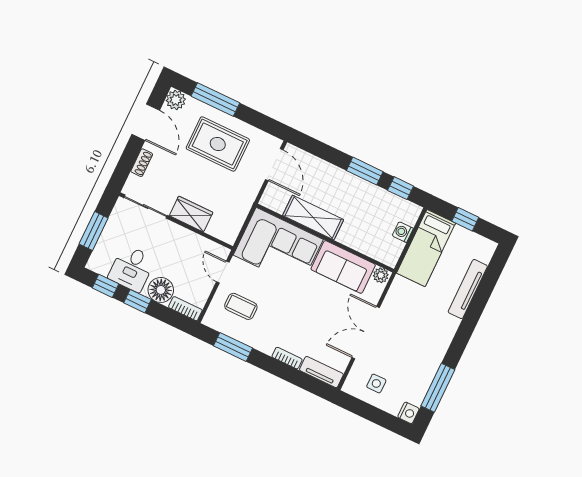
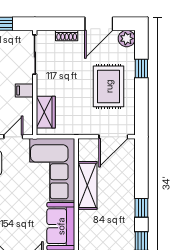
window: (215, 99) -> (141, 68), width x0.46
window: (365, 171) -> (141, 208), width x0.67
wardrobe: (191, 214) -> (46, 112), moved
filing cabinet: (179, 236) -> (24, 91), added

